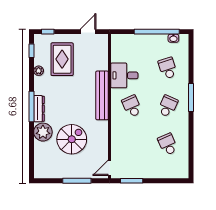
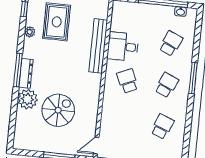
school desk: (168, 68) -> (171, 43), turned 42
bench: (102, 95) -> (98, 46), moved
school desk: (168, 144) -> (162, 127), turned 45

